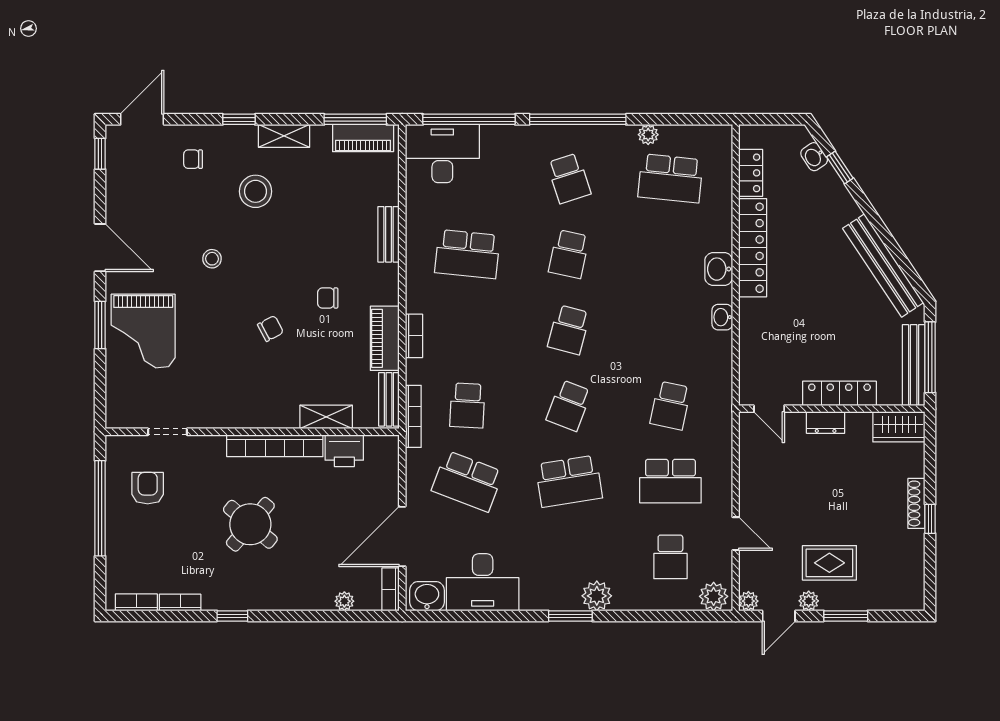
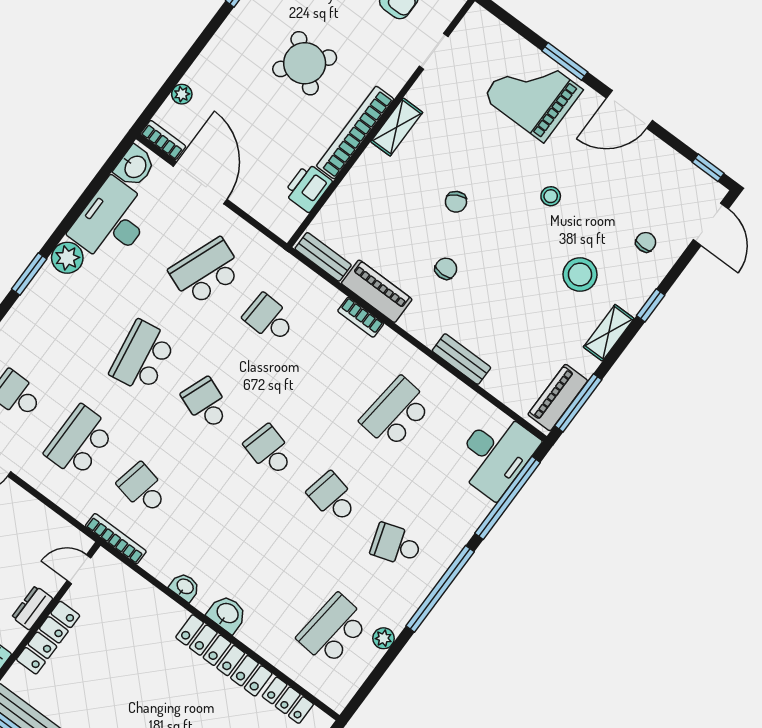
bookcase: (413, 416) -> (116, 539), moved, turned 180
shelving: (326, 417) -> (397, 127), moved
plant: (597, 596) -> (67, 258), moved

